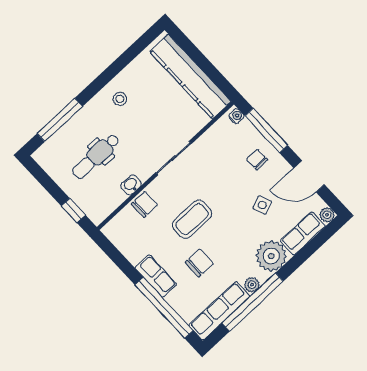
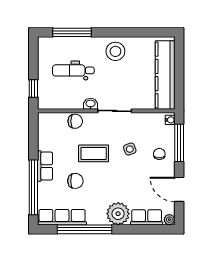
stool: (120, 99) -> (115, 51), width x1.89, depth x1.89
washbasin: (131, 185) -> (91, 104), moved
side table: (262, 205) -> (130, 149), moved
plant: (252, 285) -> (93, 219), removed

